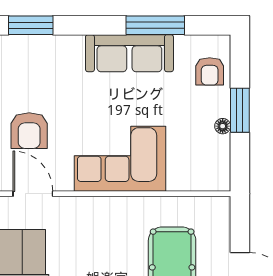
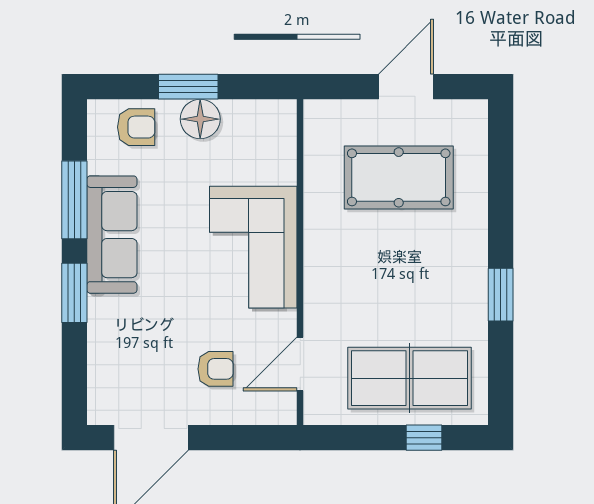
window: (31, 25) -> (74, 293), moved
floor lamp: (223, 126) -> (200, 119), width x1.89, depth x1.89
armchair: (29, 131) -> (216, 369), width x0.72, depth x0.72

